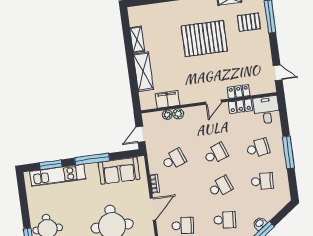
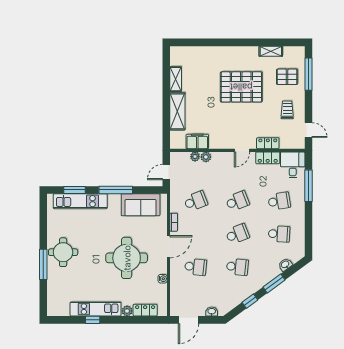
trolley: (253, 55) -> (287, 110), added
window: (288, 152) -> (308, 186), moved
washbasin: (260, 223) -> (285, 265), moved

